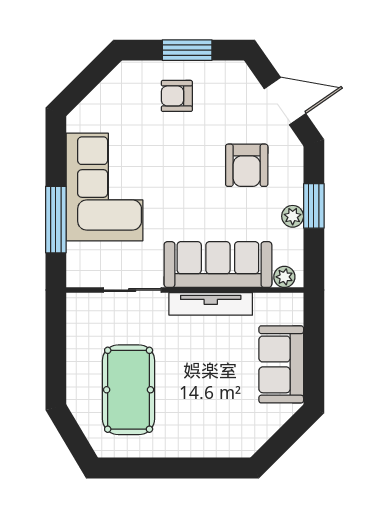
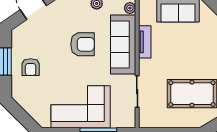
armchair: (247, 165) -> (83, 44), moved
tv unit: (211, 304) -> (145, 42), width x0.71

